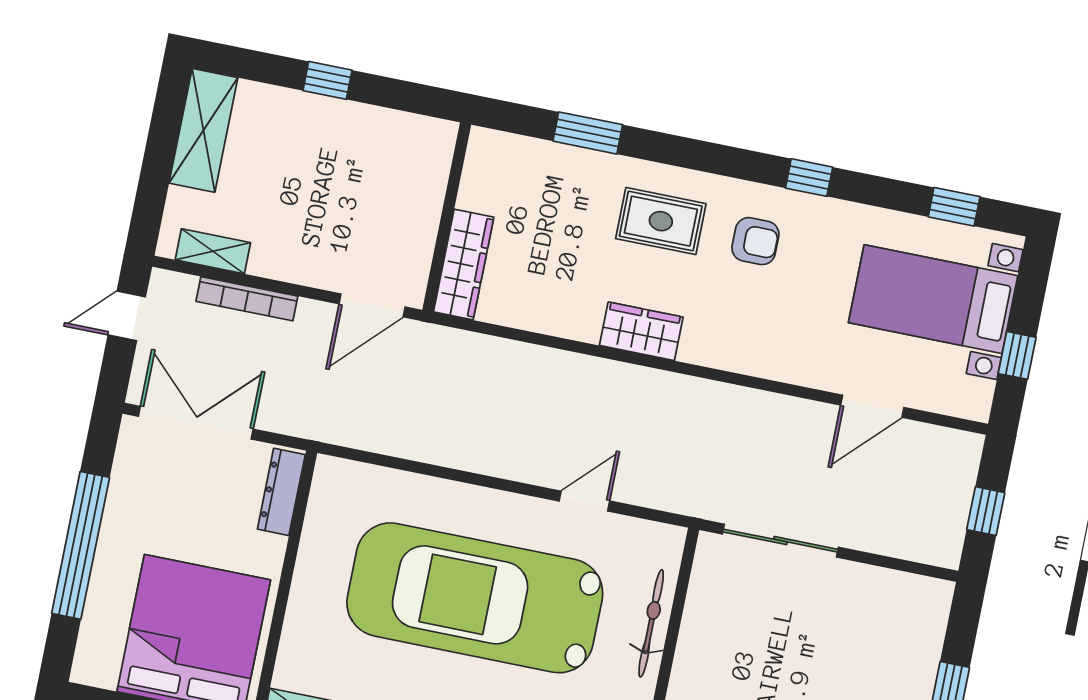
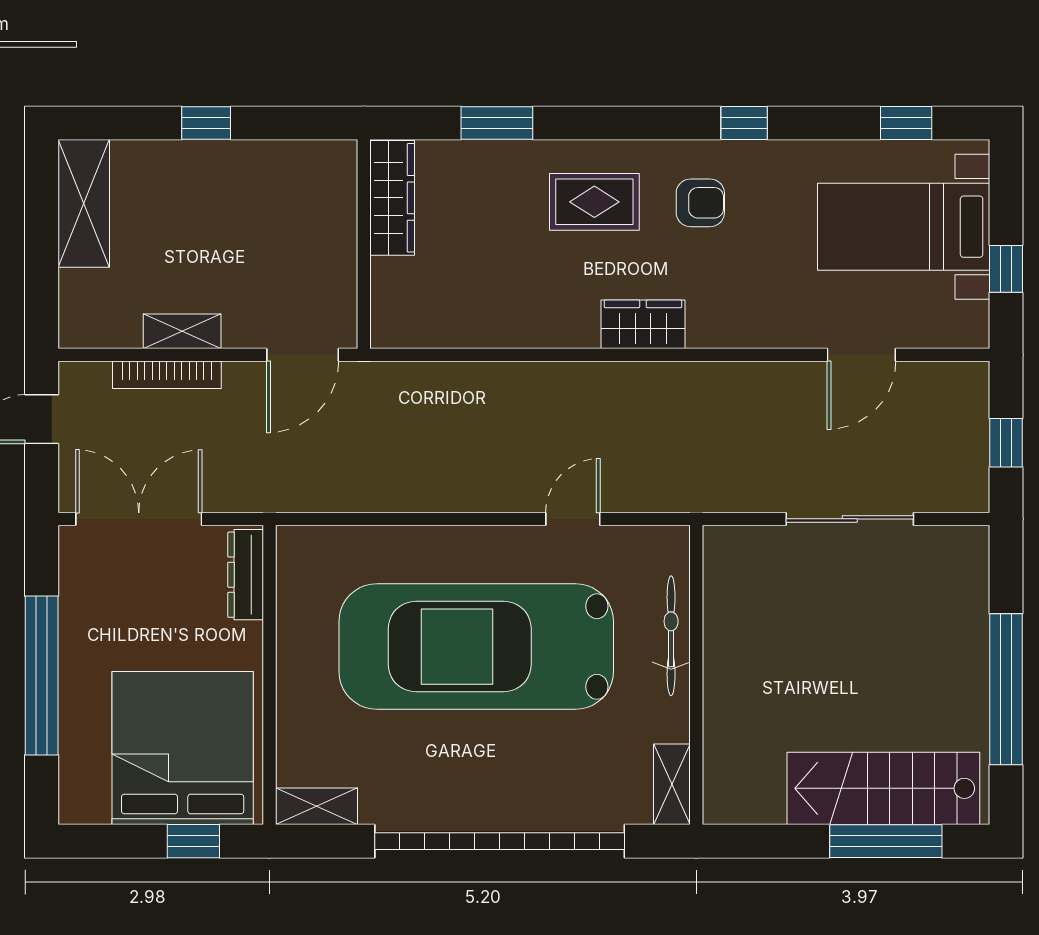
shelving: (213, 251) -> (182, 331), moved
wardrobe: (464, 264) -> (392, 198), moved
wardrobe: (641, 331) -> (643, 324), moved
sliding door: (780, 541) -> (850, 519), moved

